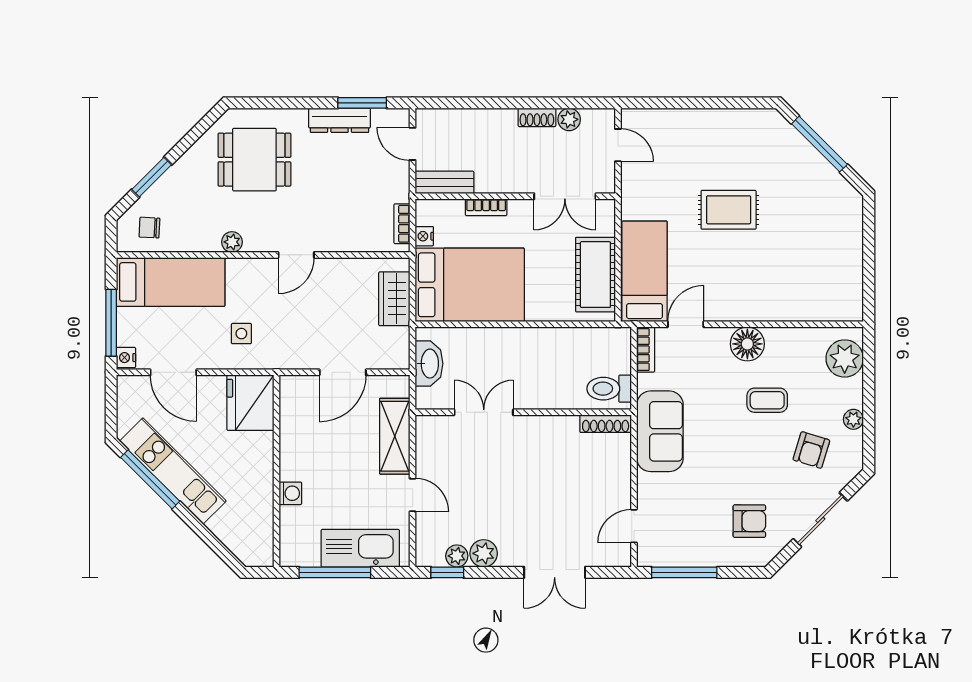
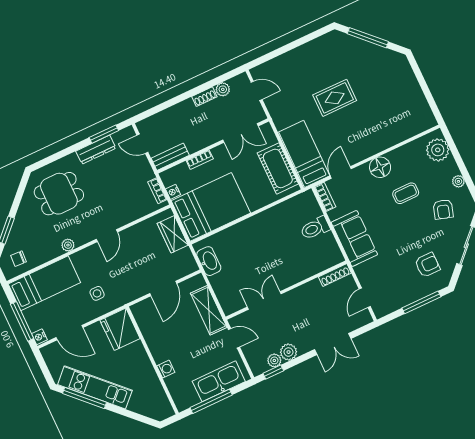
double door: (484, 412) -> (264, 300), moved
wall: (523, 412) -> (286, 290), moved
shoe rack: (606, 424) -> (335, 275), moved
window: (684, 572) -> (421, 302), moved

